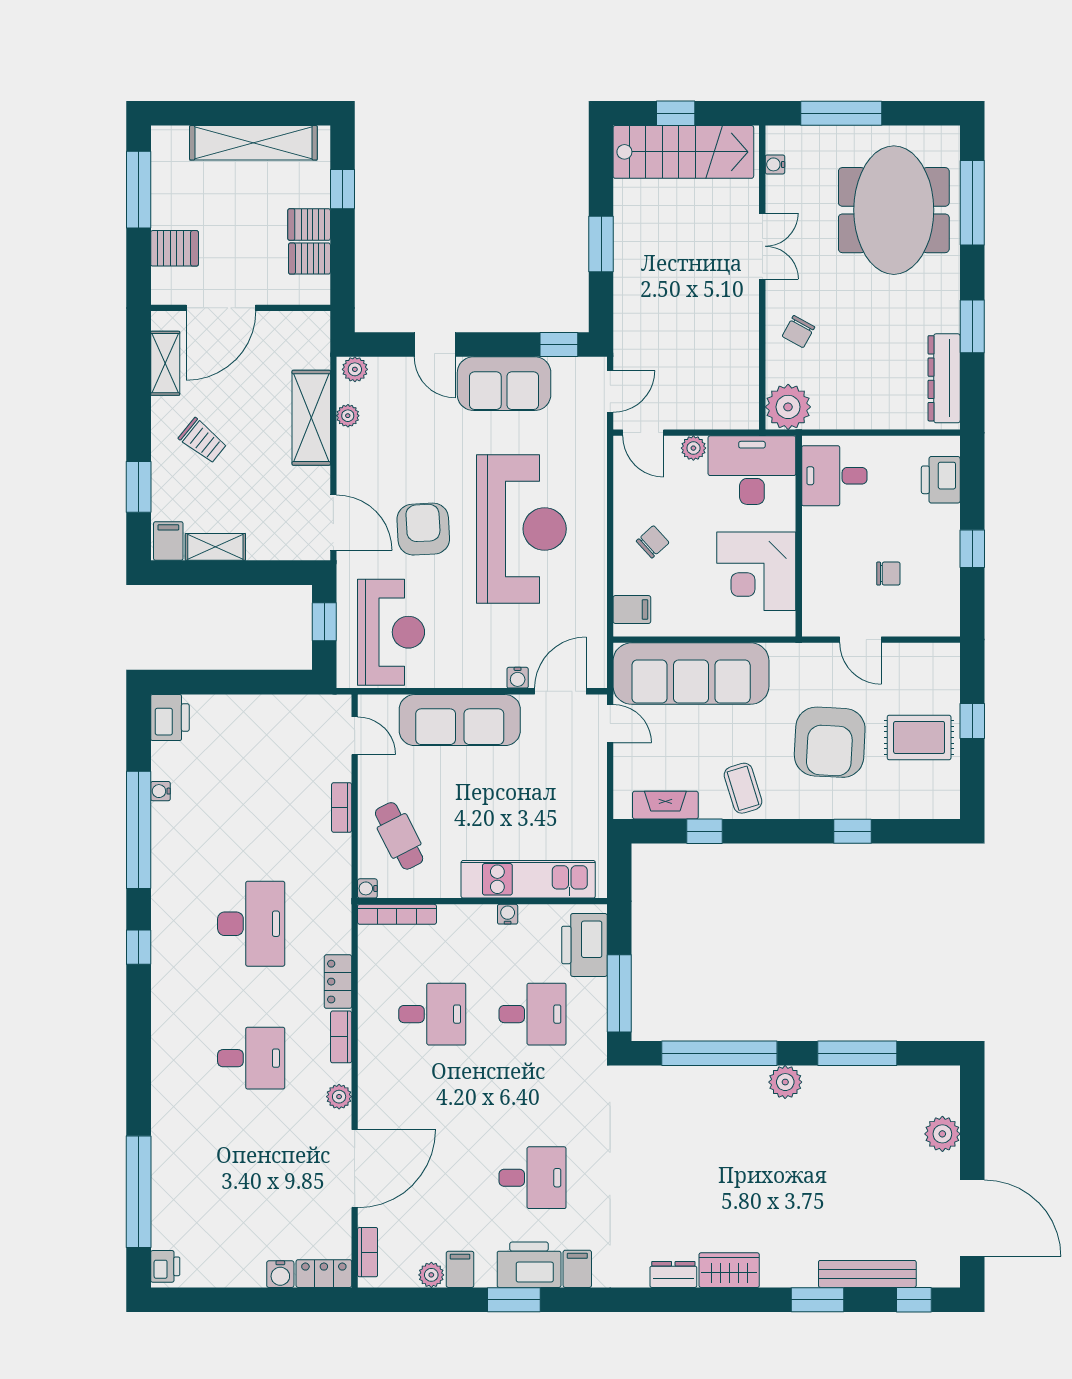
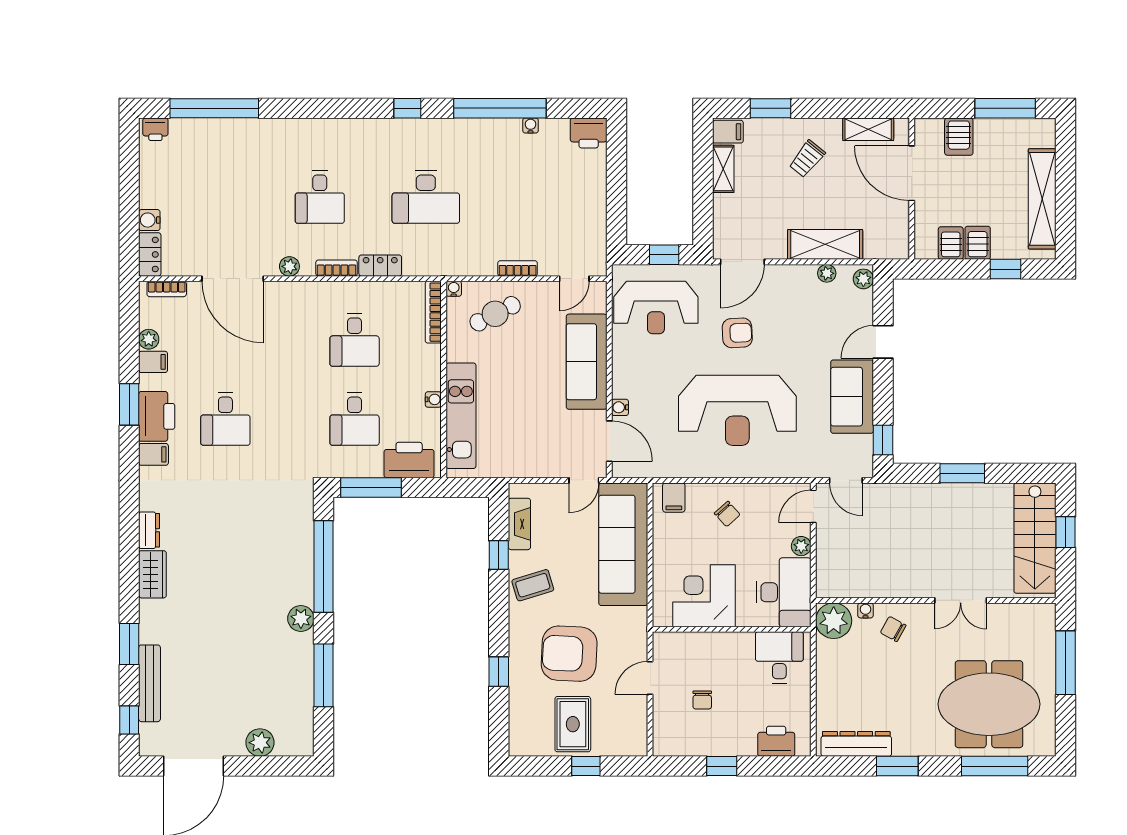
water cooler: (775, 164) -> (866, 610), moved
armchair: (423, 529) -> (737, 333), width x0.72, depth x0.72

